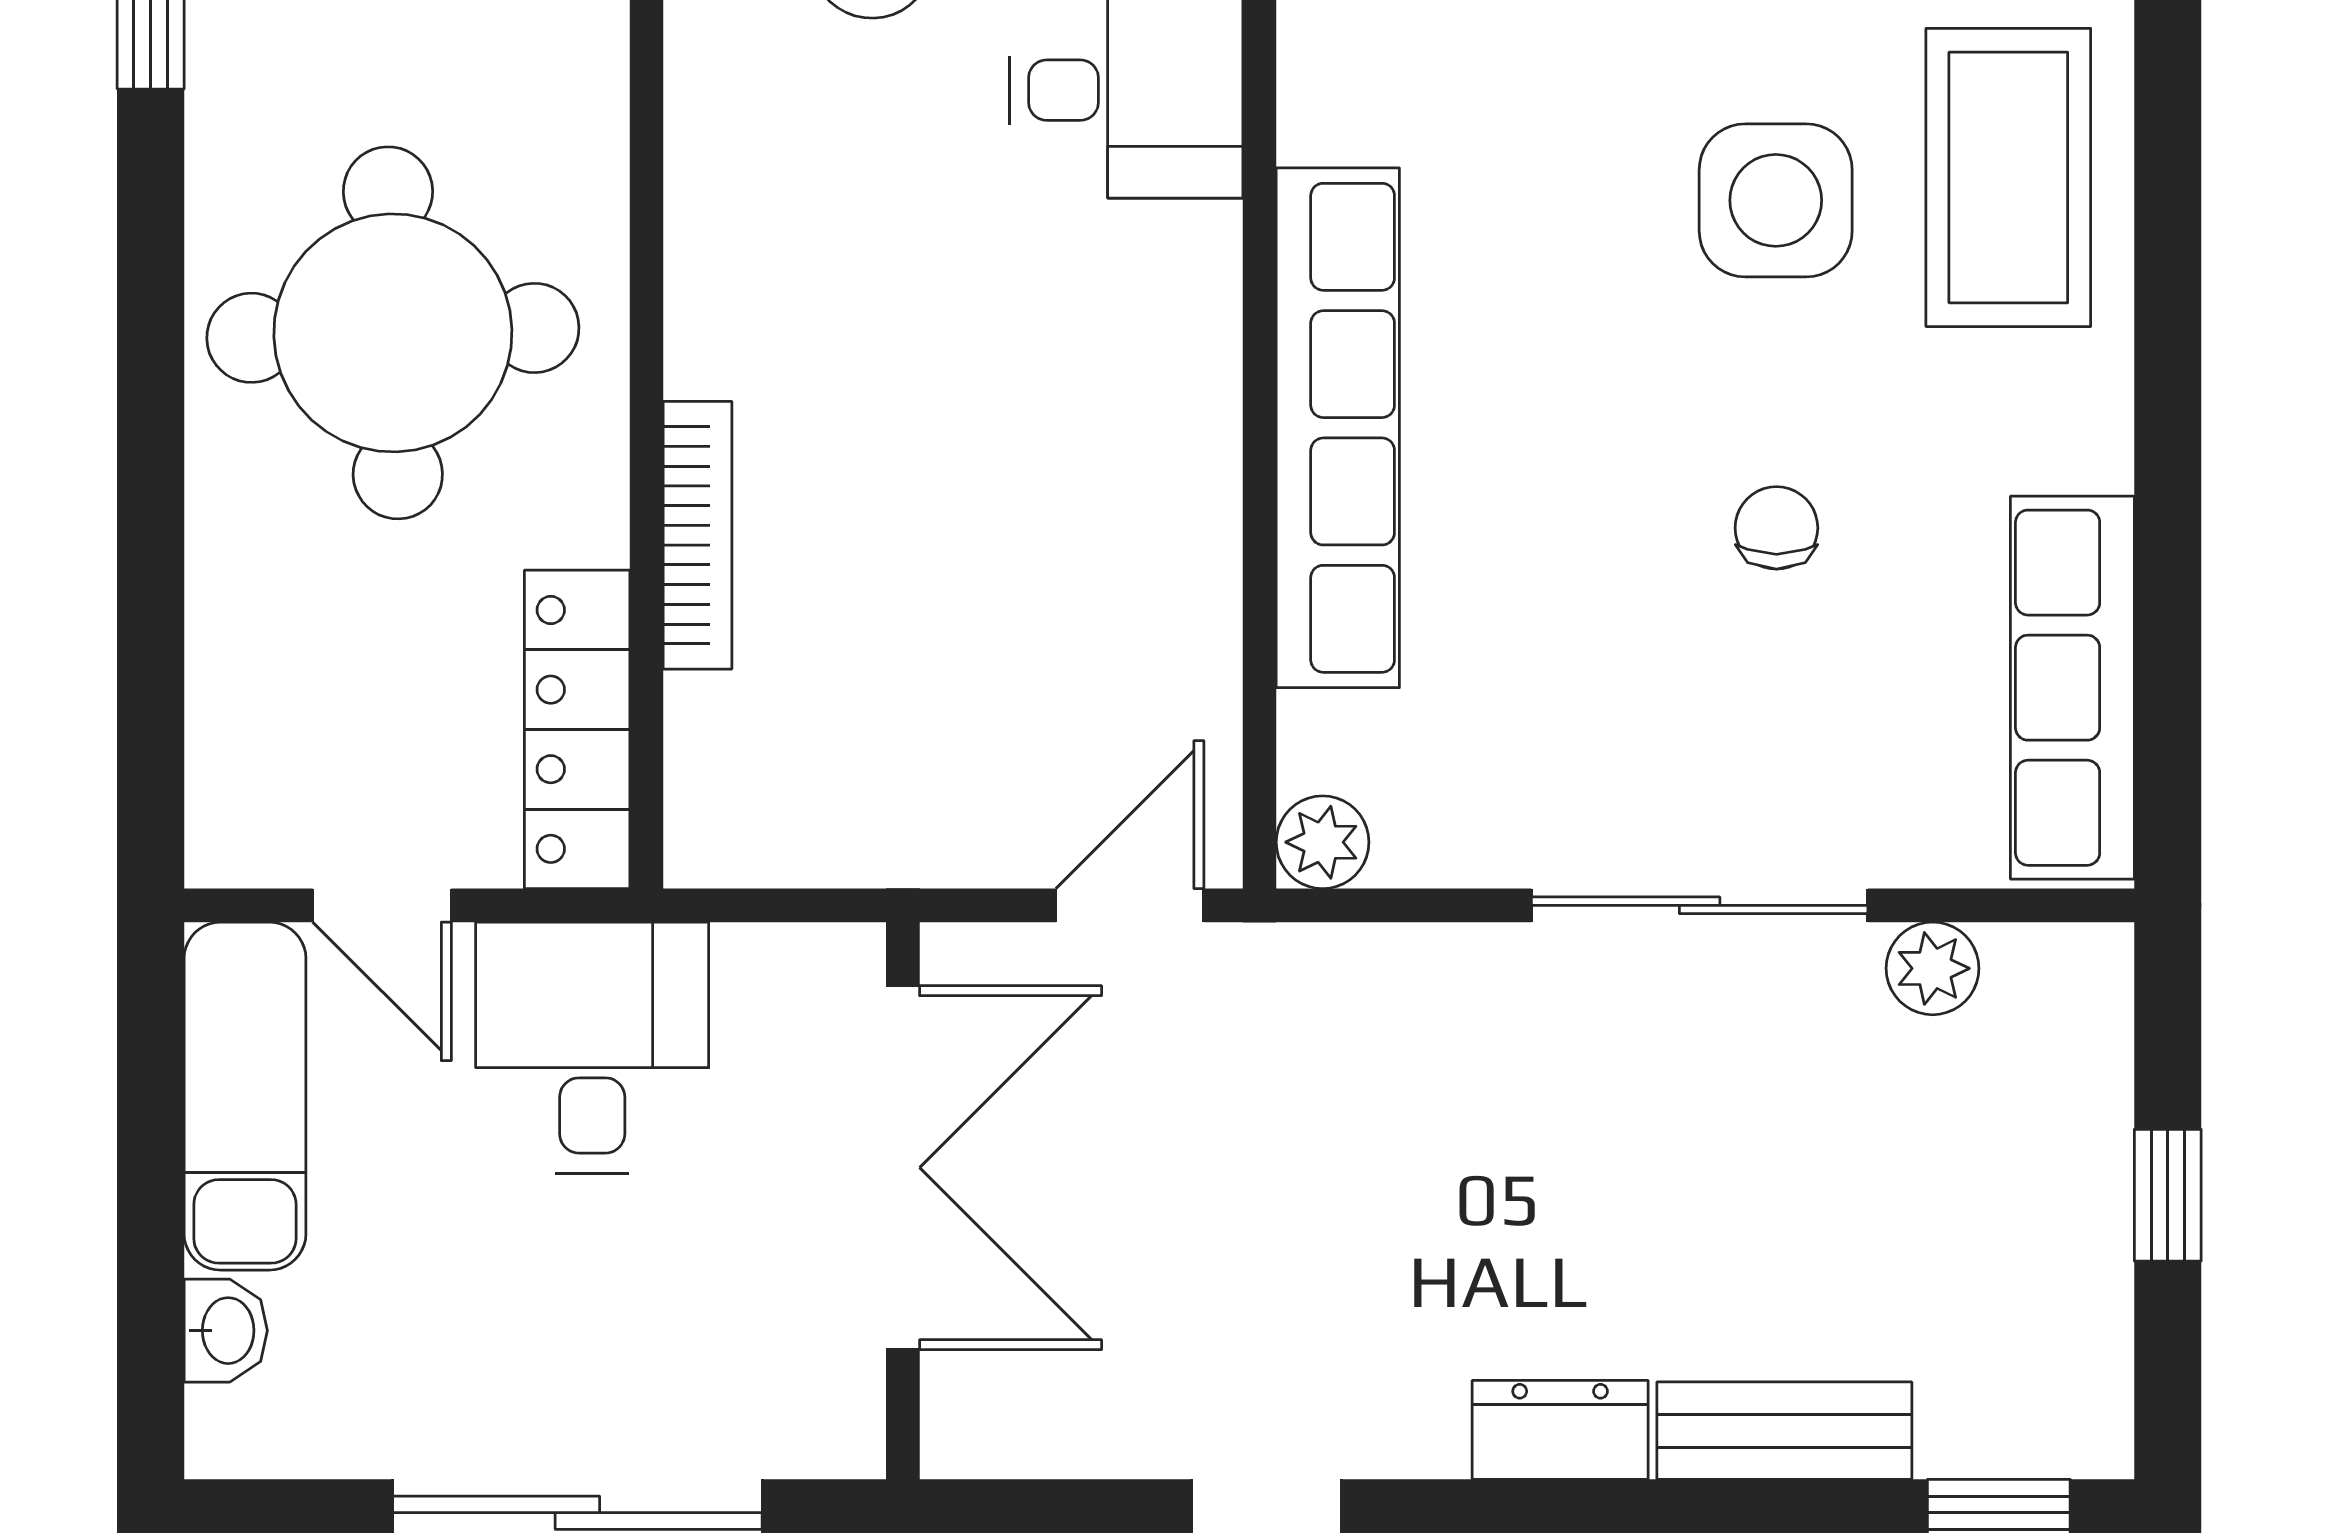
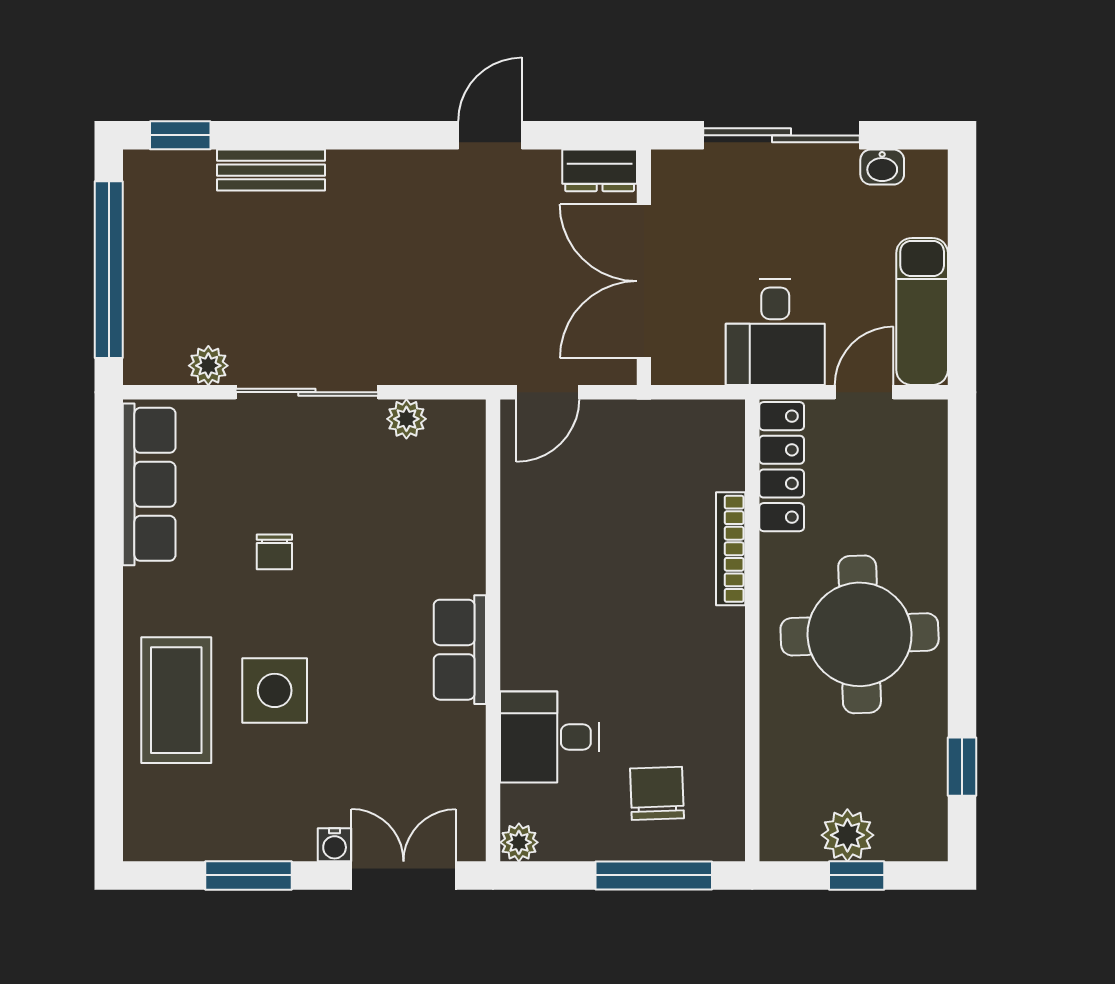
row of seats: (1338, 428) -> (460, 650), width x0.50
plant: (1323, 842) -> (406, 419), moved
door: (382, 905) -> (864, 392), hinge flipped
window: (2168, 1195) -> (109, 270), width x3.17
washbasin: (226, 1331) -> (882, 167), moved, turned -90
dresser: (1560, 1430) -> (600, 170), moved

